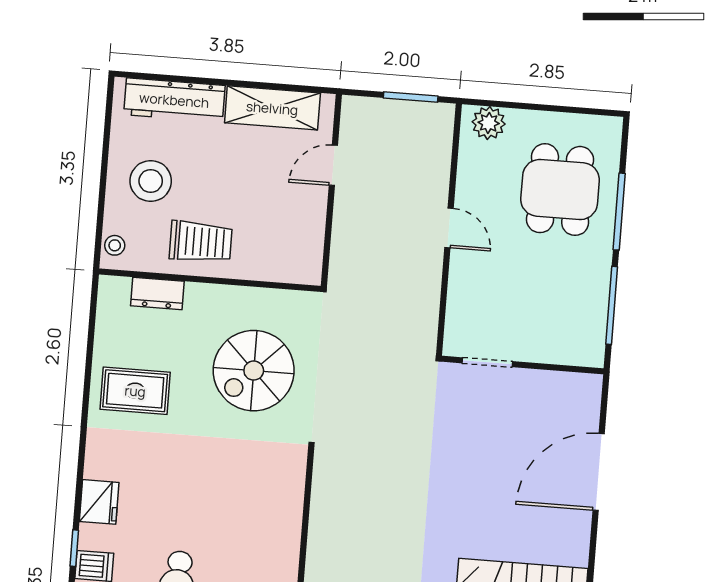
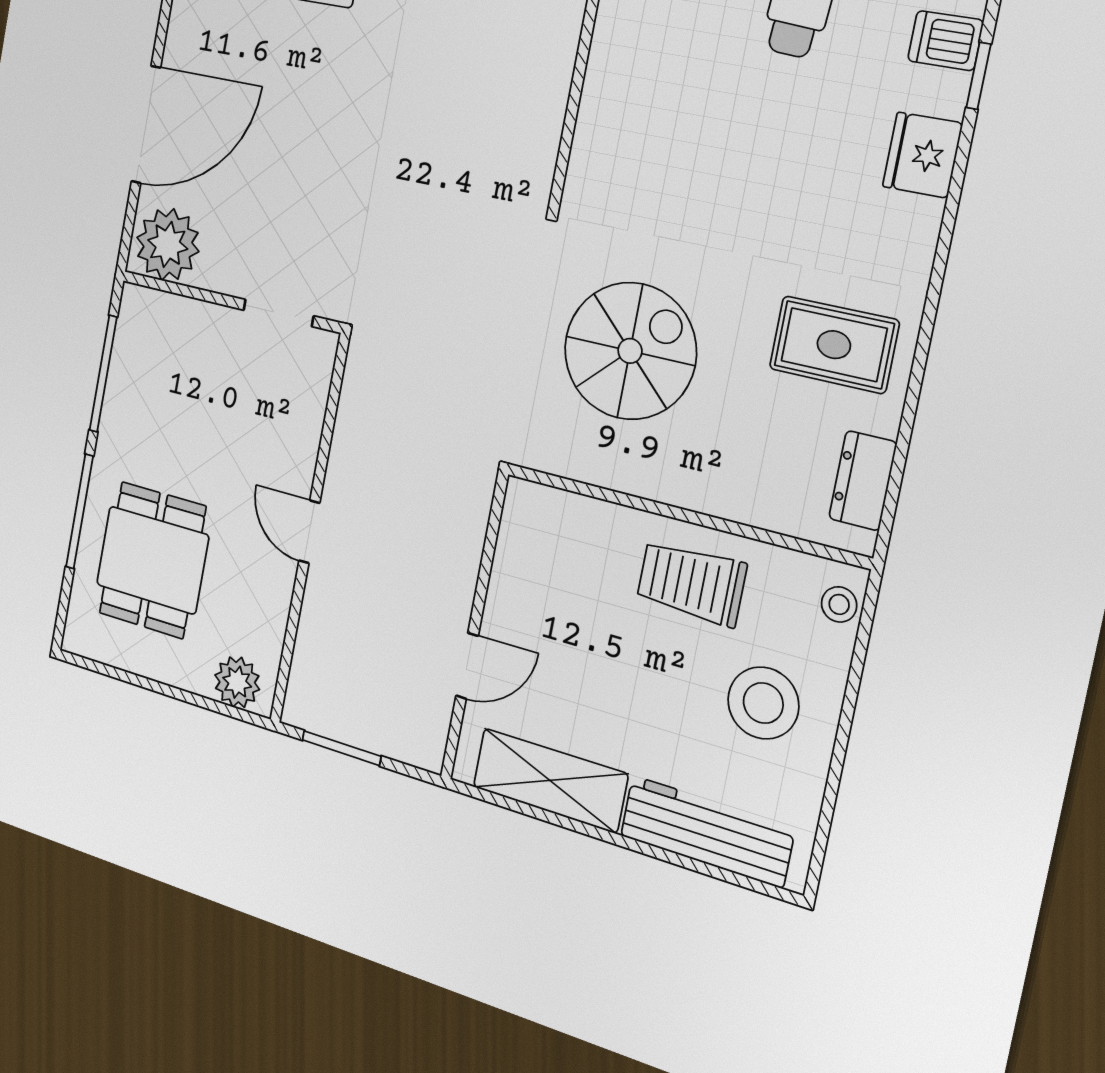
dresser: (157, 294) -> (863, 481), moved, turned -90
plant: (573, 396) -> (168, 245), added

